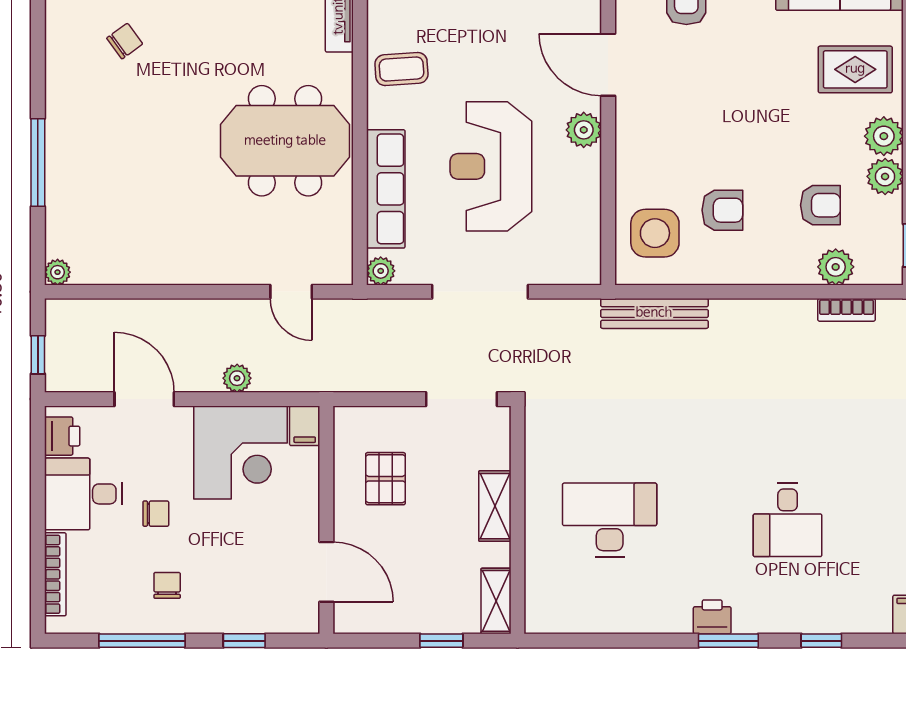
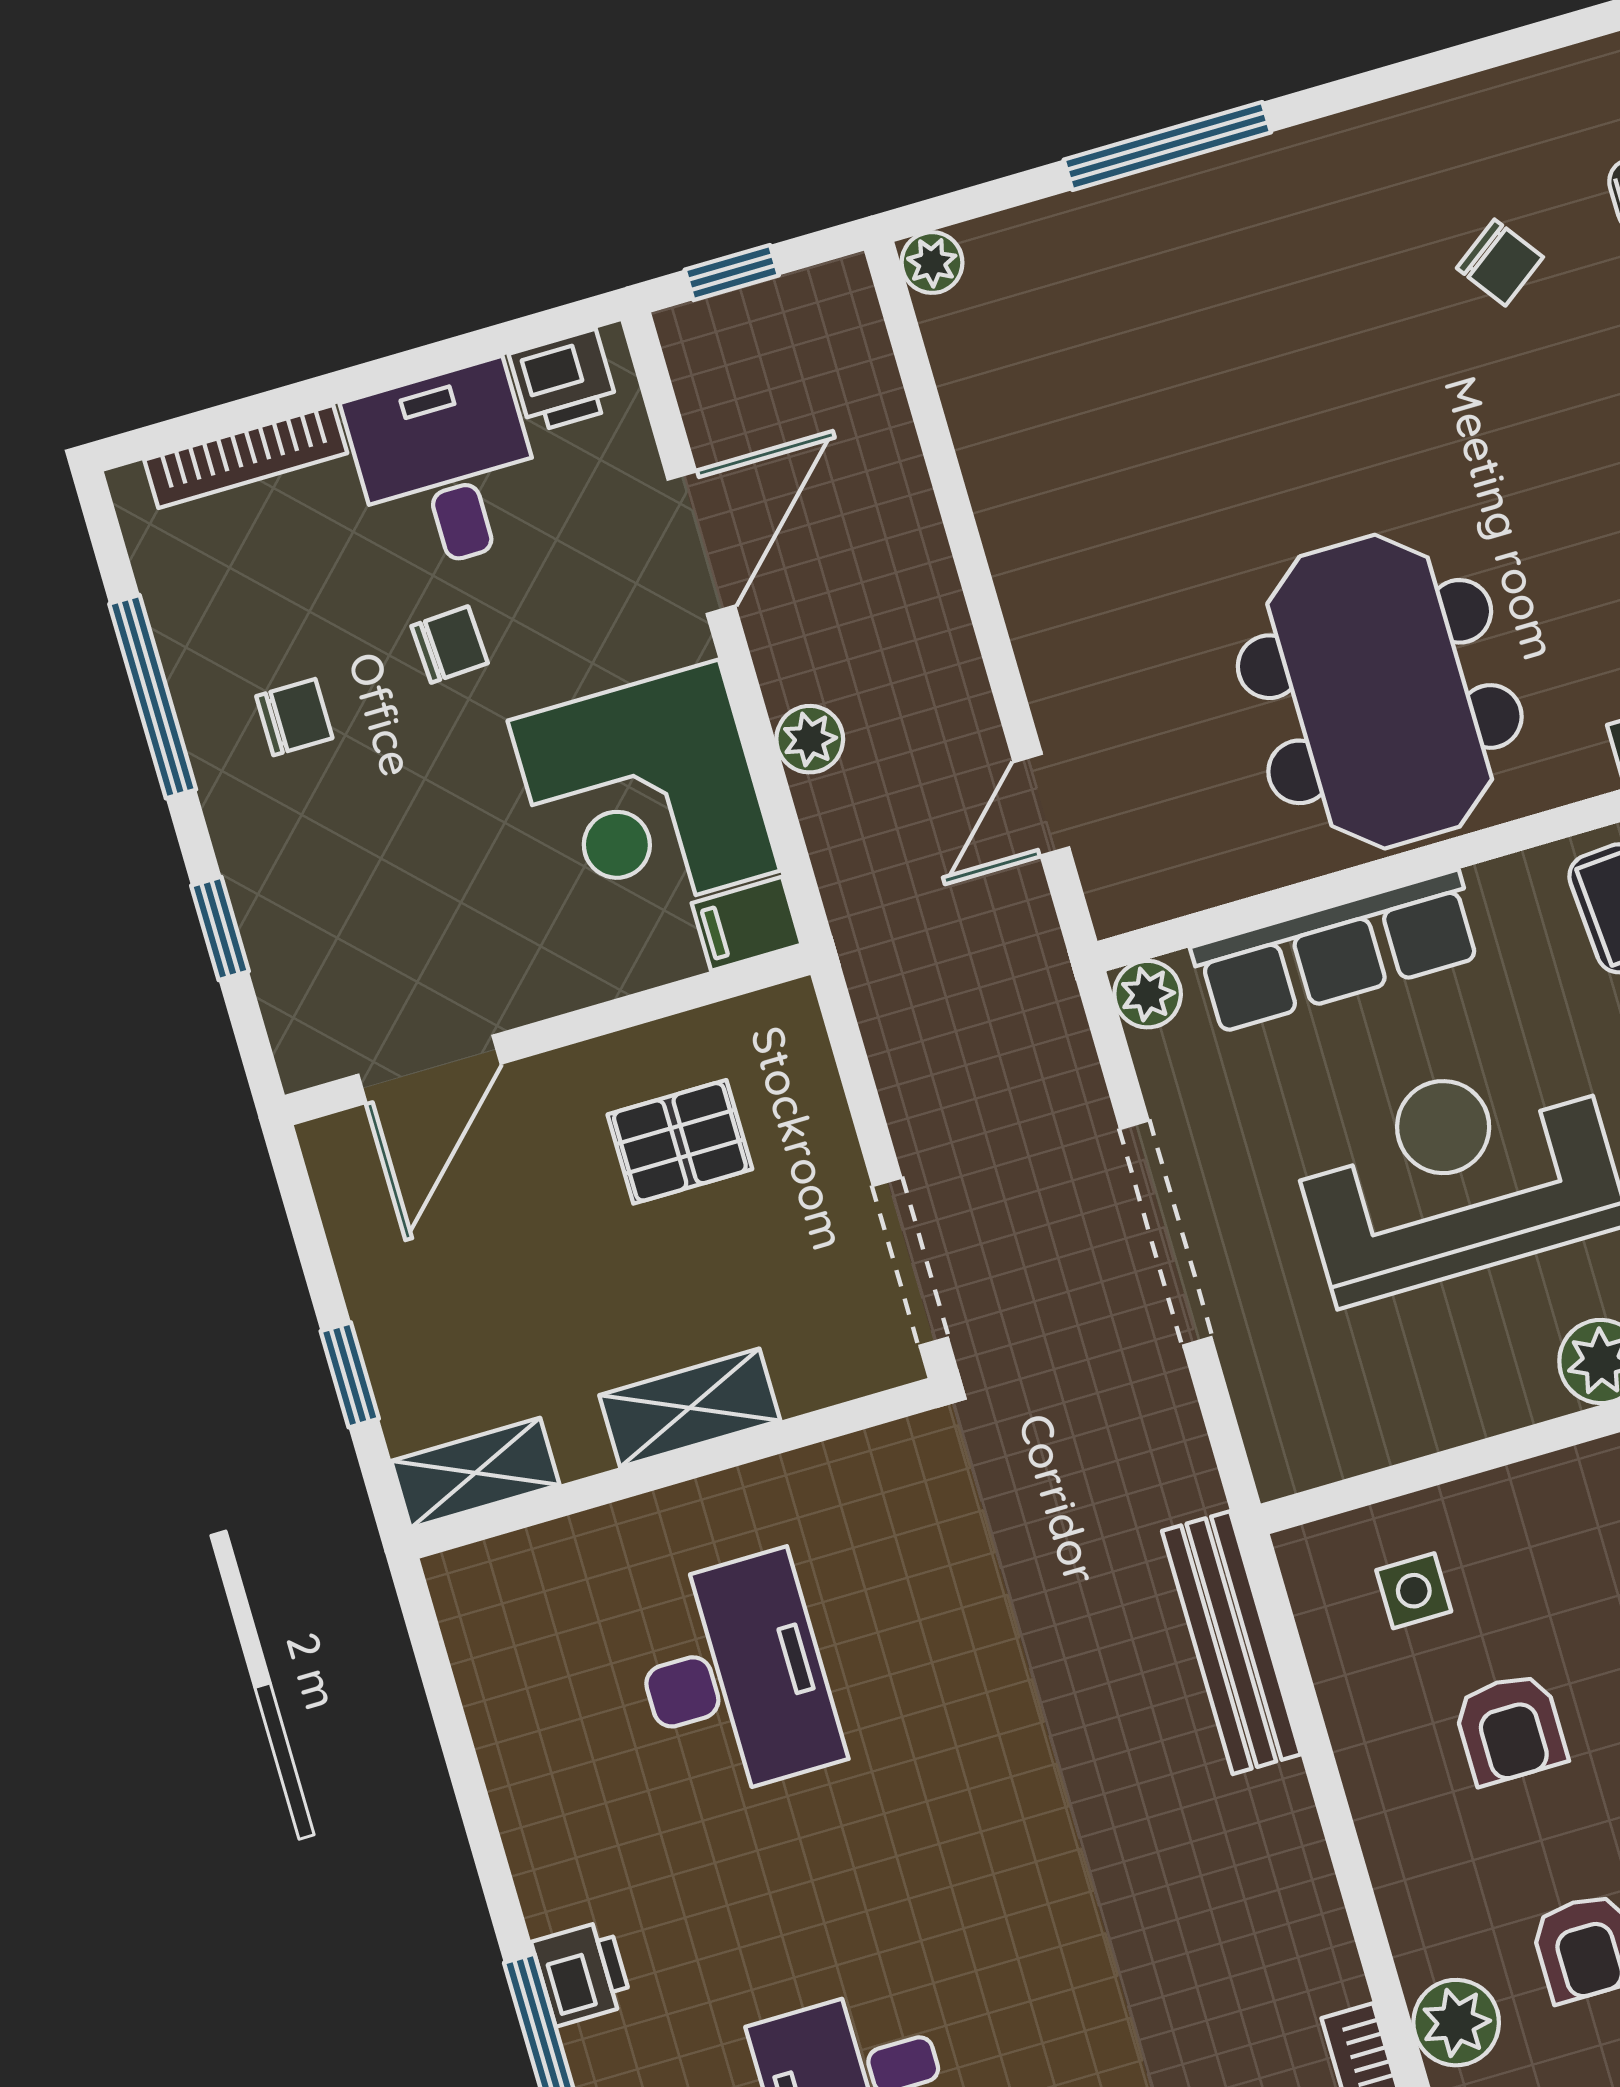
side table: (655, 233) -> (1414, 1591), width x0.54, depth x0.54
chair: (156, 514) -> (450, 645), turned -93

